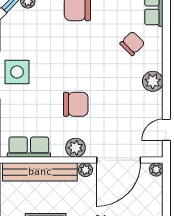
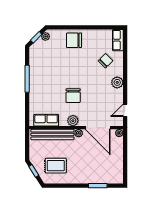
side table: (17, 72) -> (39, 77), removed
chair: (76, 104) -> (73, 96), turned 90
door: (119, 160) -> (98, 128), hinge flipped

